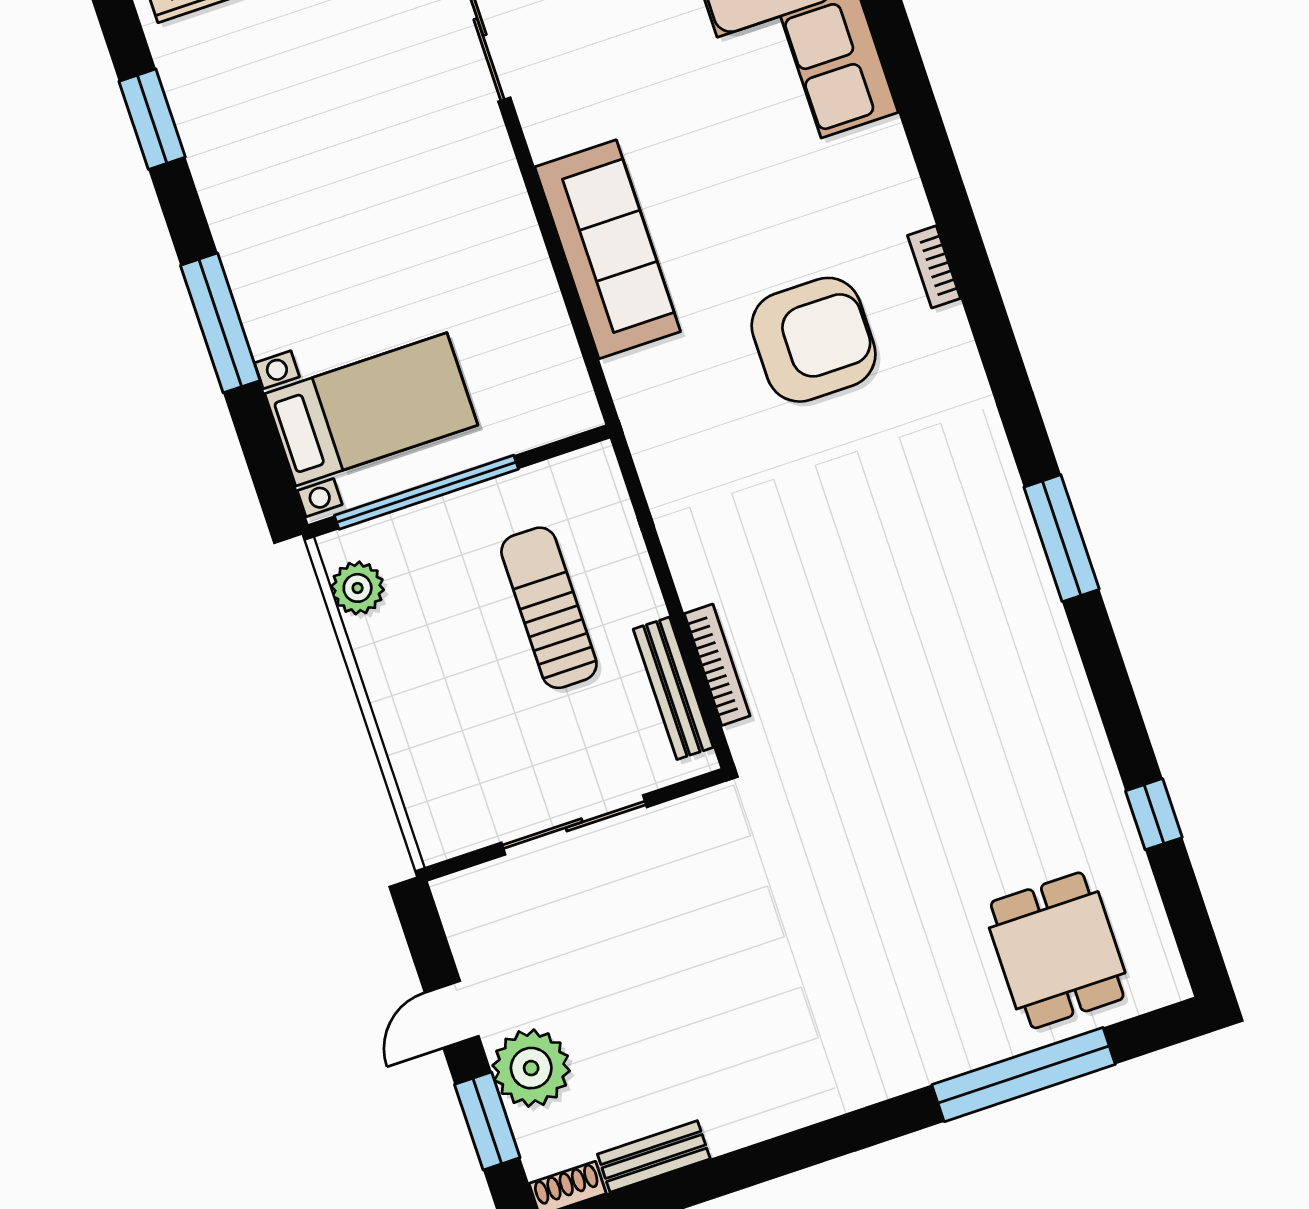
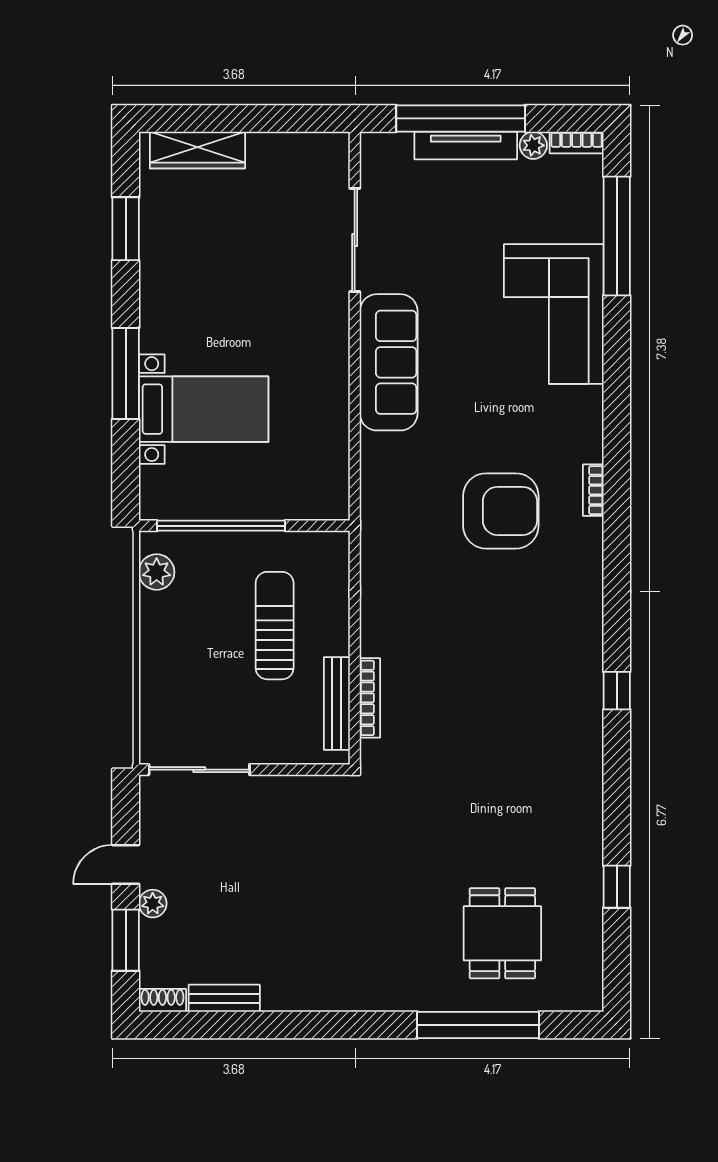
sofa: (608, 249) -> (389, 362), moved
bed with nightstands: (371, 409) -> (204, 409), moved
window: (1062, 538) -> (617, 691), width x0.46
sliding door: (574, 825) -> (199, 770), moved
dining table: (1057, 950) -> (502, 933), moved
plant: (531, 1068) -> (153, 904), width x0.53, depth x0.53

